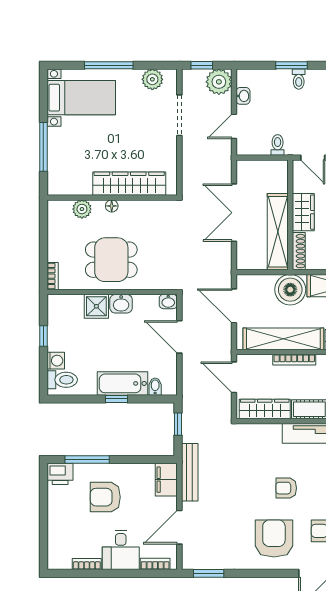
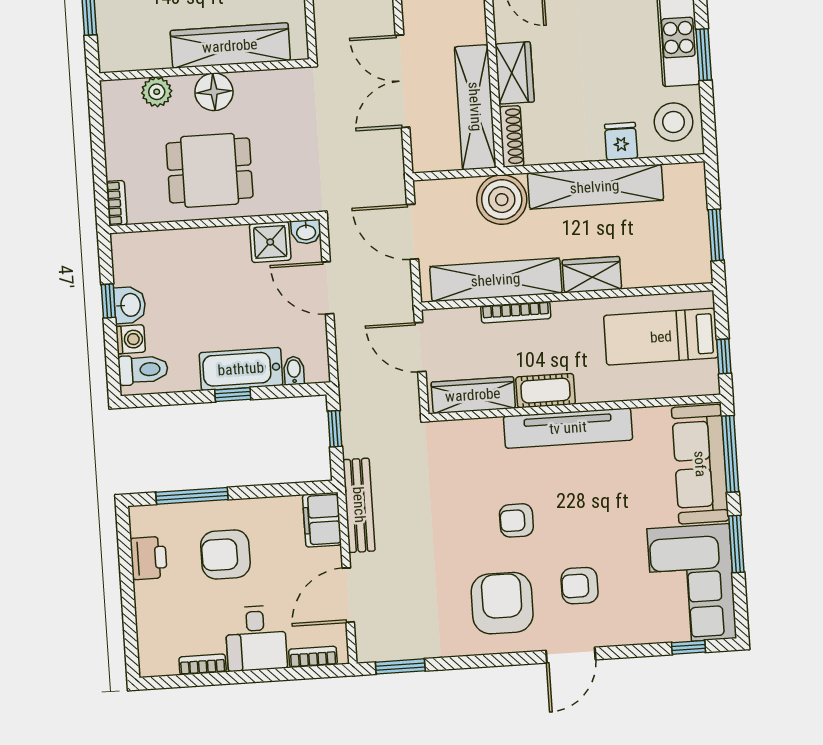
floor lamp: (112, 206) -> (214, 92), width x1.89, depth x1.89
washbasin: (121, 304) -> (130, 305), moved, turned -90
shower: (96, 306) -> (270, 242), moved
printer: (60, 474) -> (149, 558), moved, turned -90

